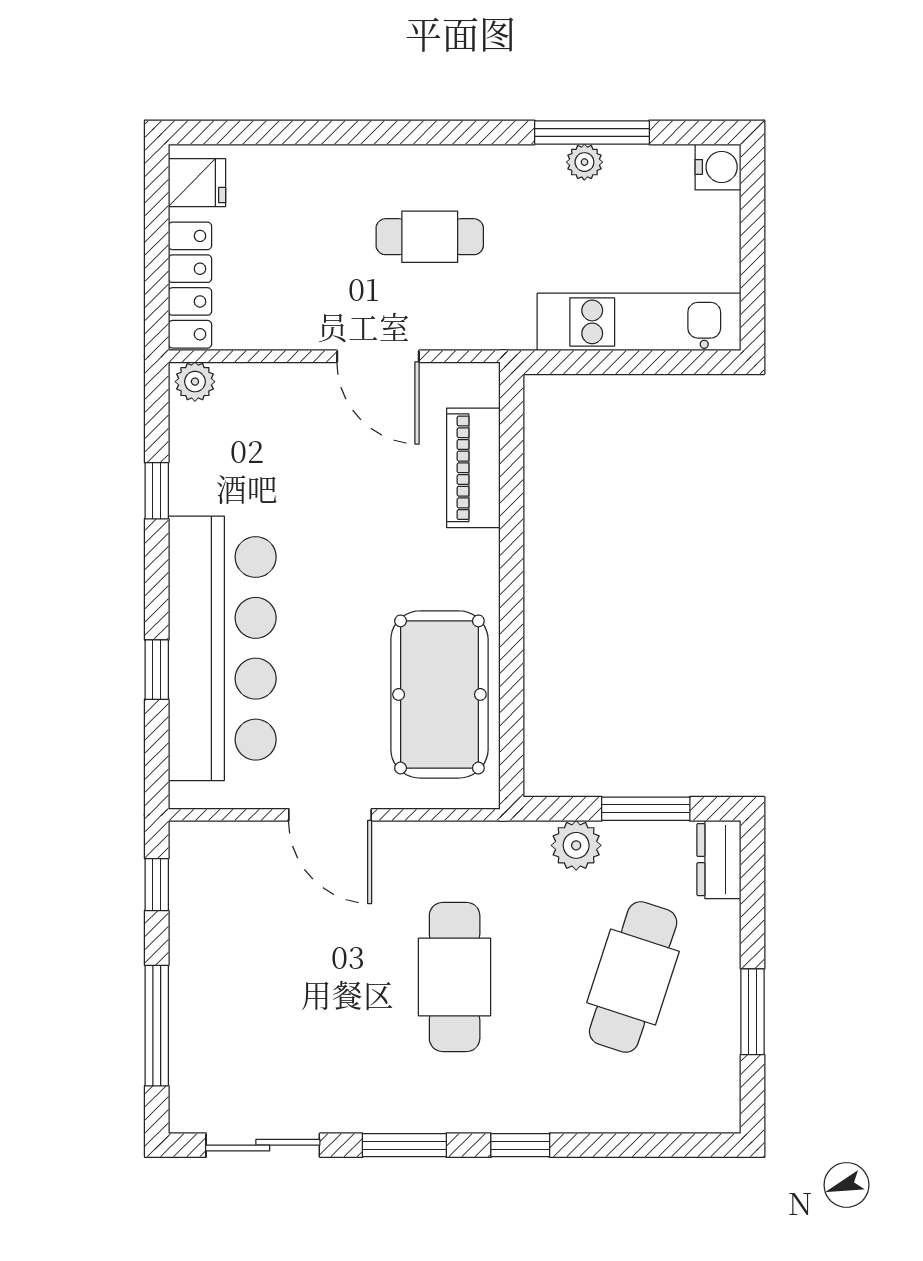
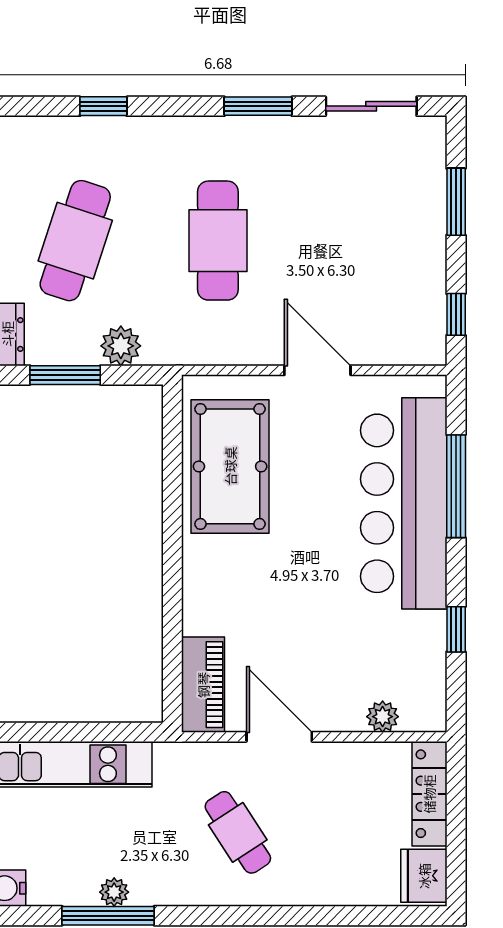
fridge: (197, 183) -> (424, 876), width x1.38
cafe table: (430, 237) -> (238, 832), turned 57
plant: (195, 382) -> (383, 717), moved
piano: (473, 468) -> (203, 685), moved
window: (157, 670) -> (456, 486), width x2.17
window: (157, 1026) -> (456, 202), width x0.69
window: (520, 1145) -> (103, 106), moved

